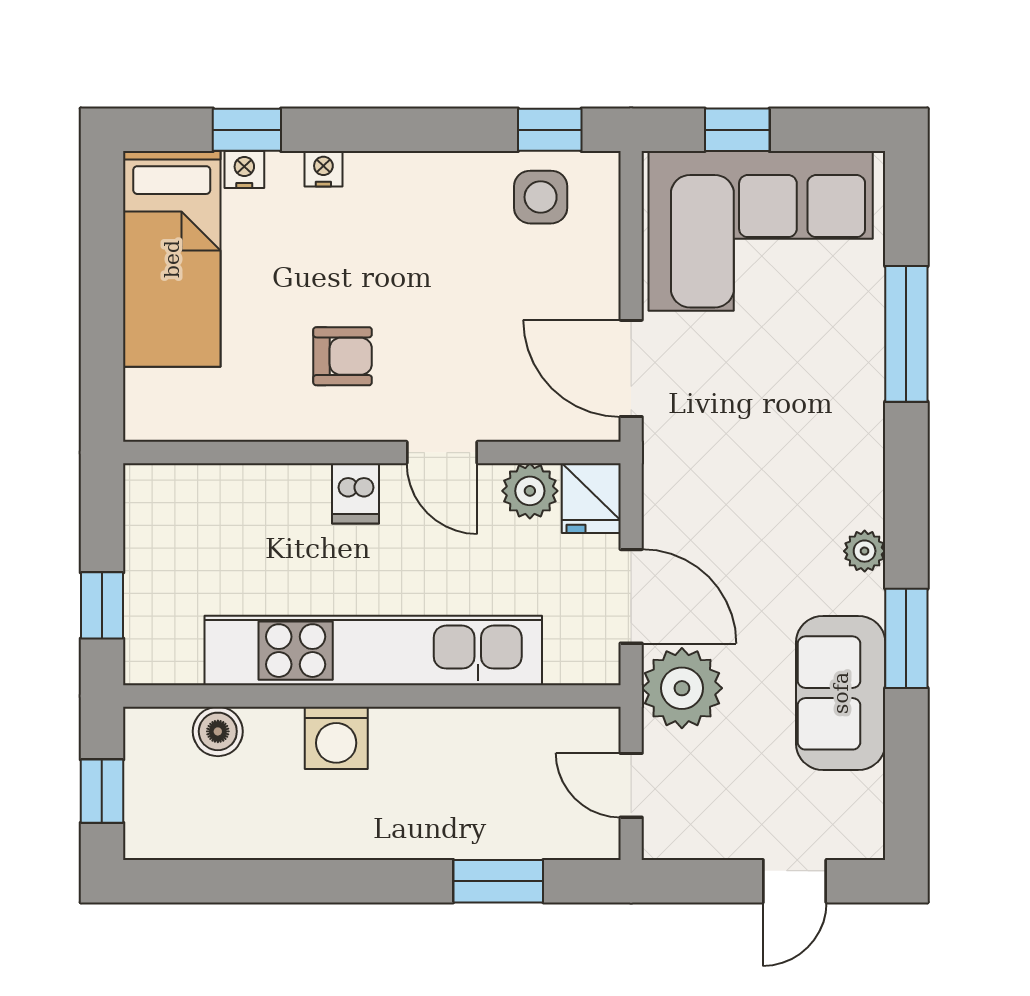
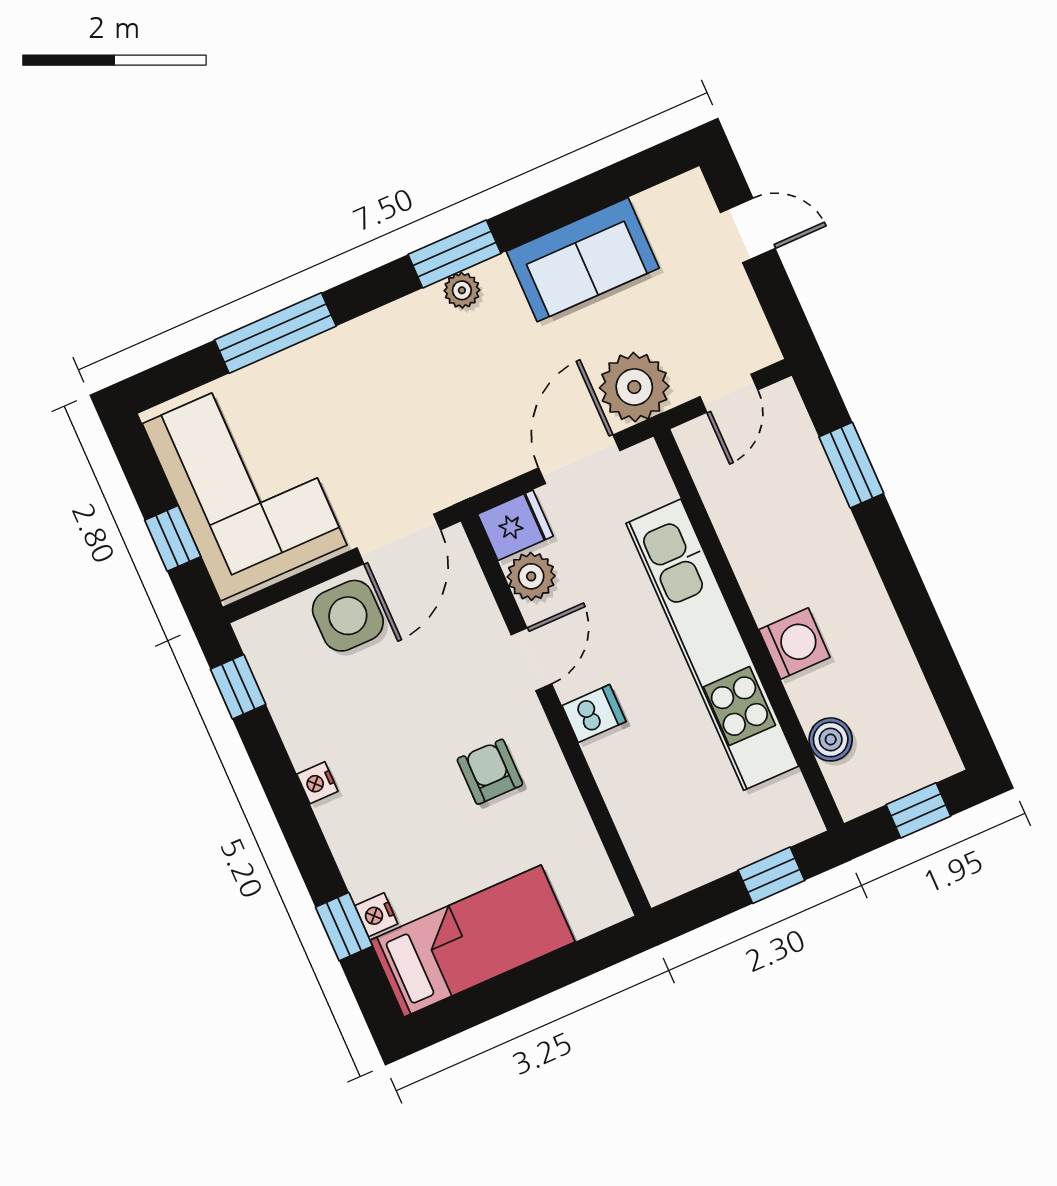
nightstand: (323, 169) -> (317, 783), moved
side table: (541, 197) -> (348, 616), moved, width x1.37, depth x1.37
window: (906, 638) -> (455, 254), moved

